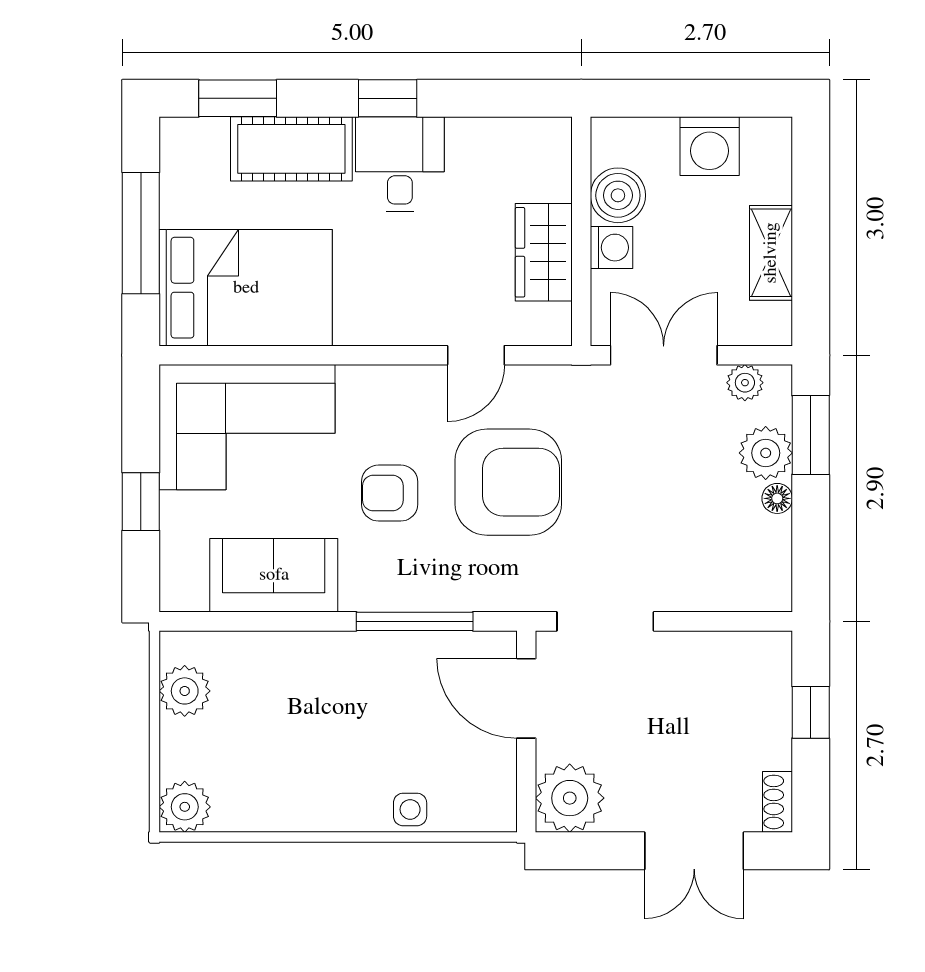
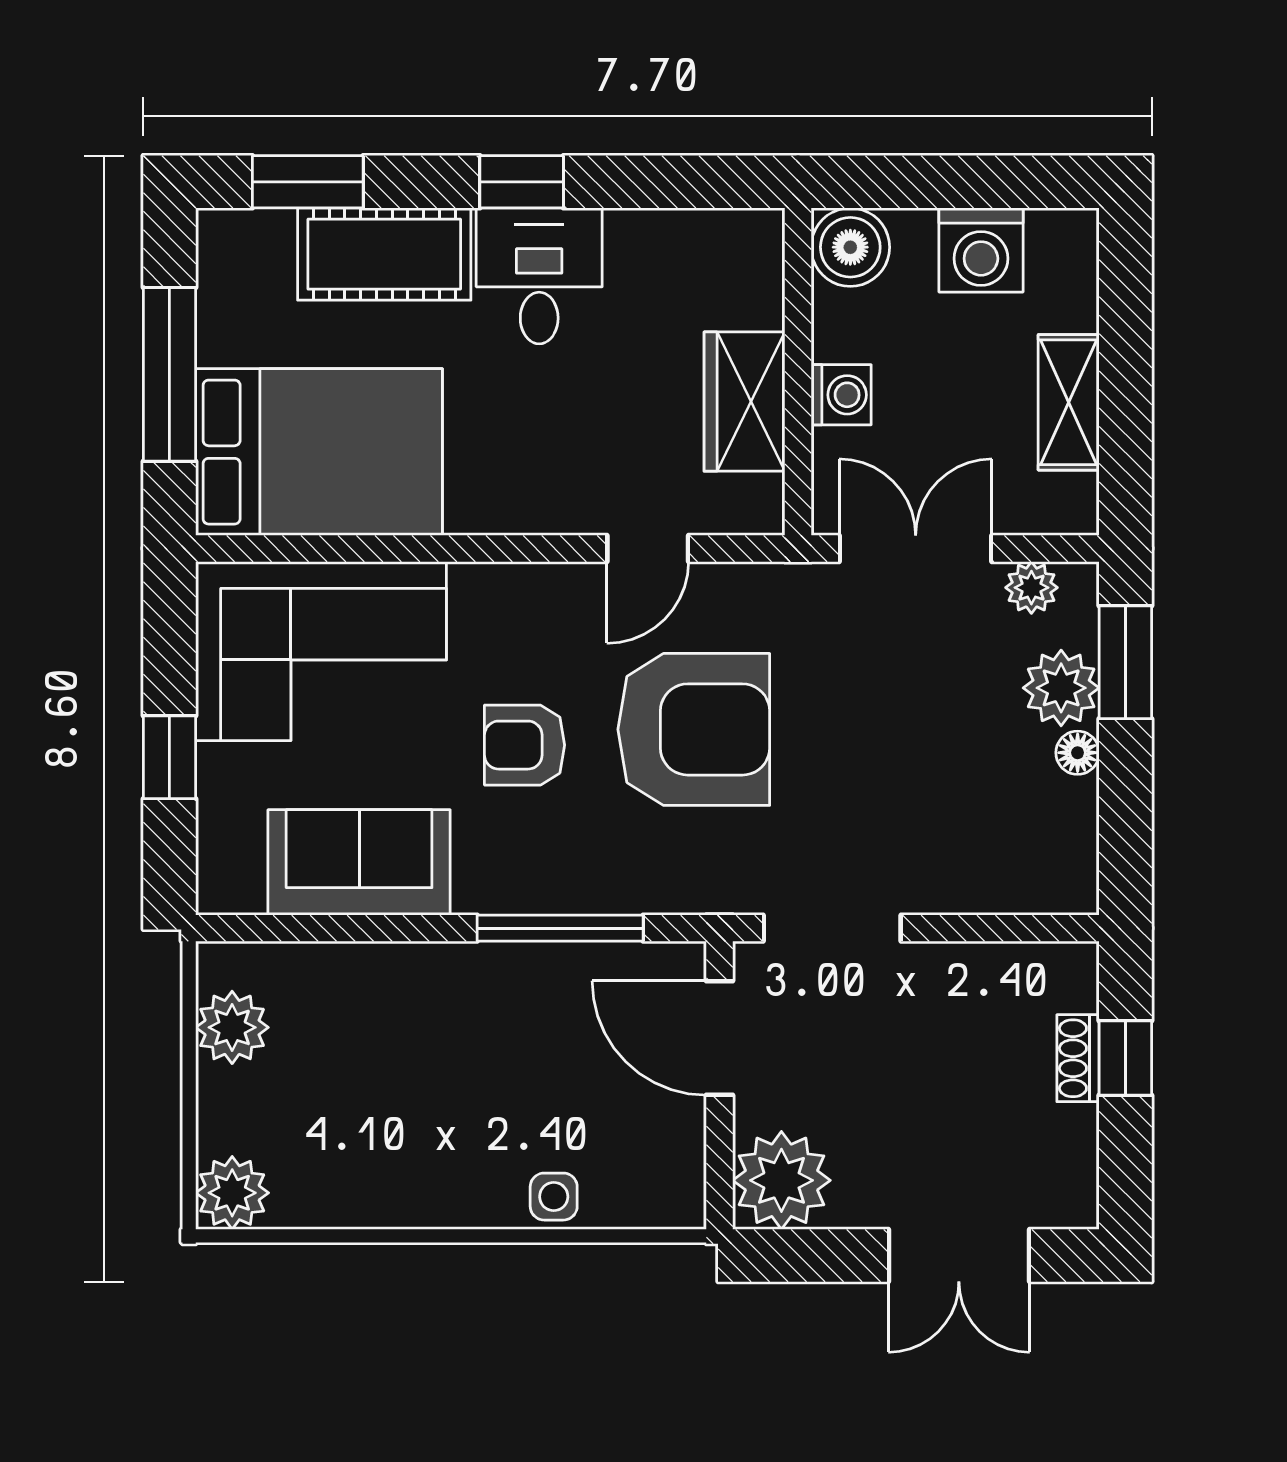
boiler: (618, 195) -> (850, 247), moved
shoe rack: (778, 802) -> (1078, 1058), moved

